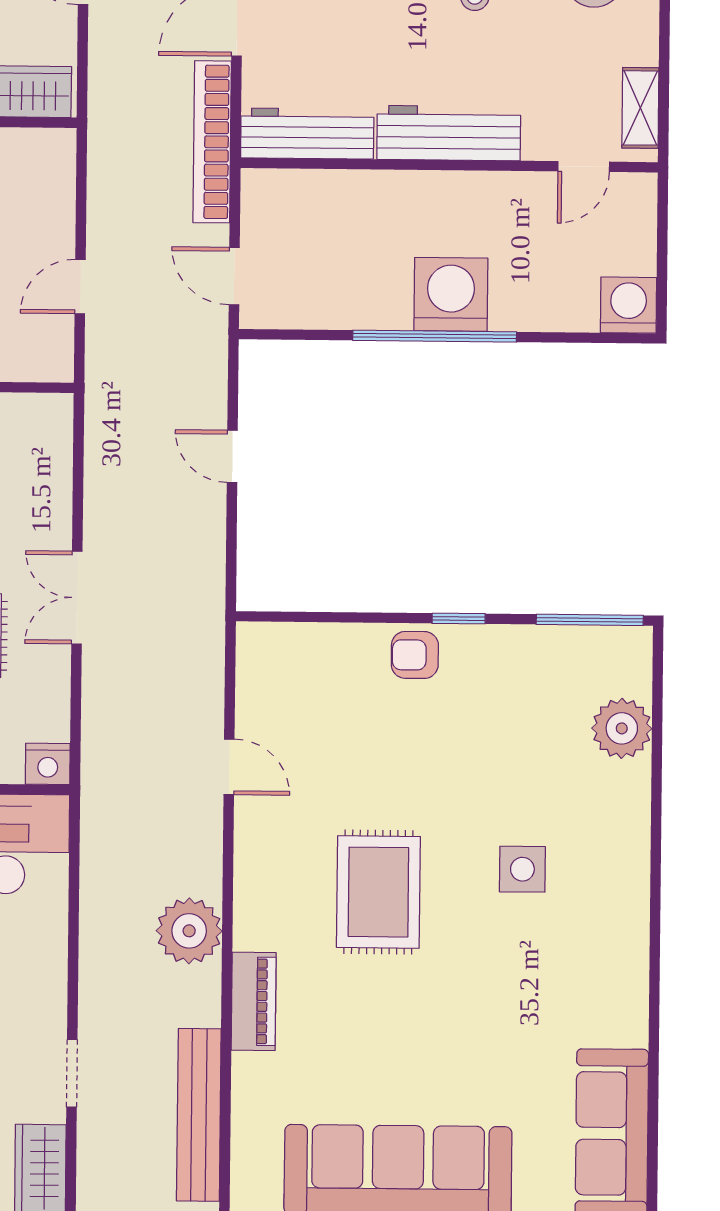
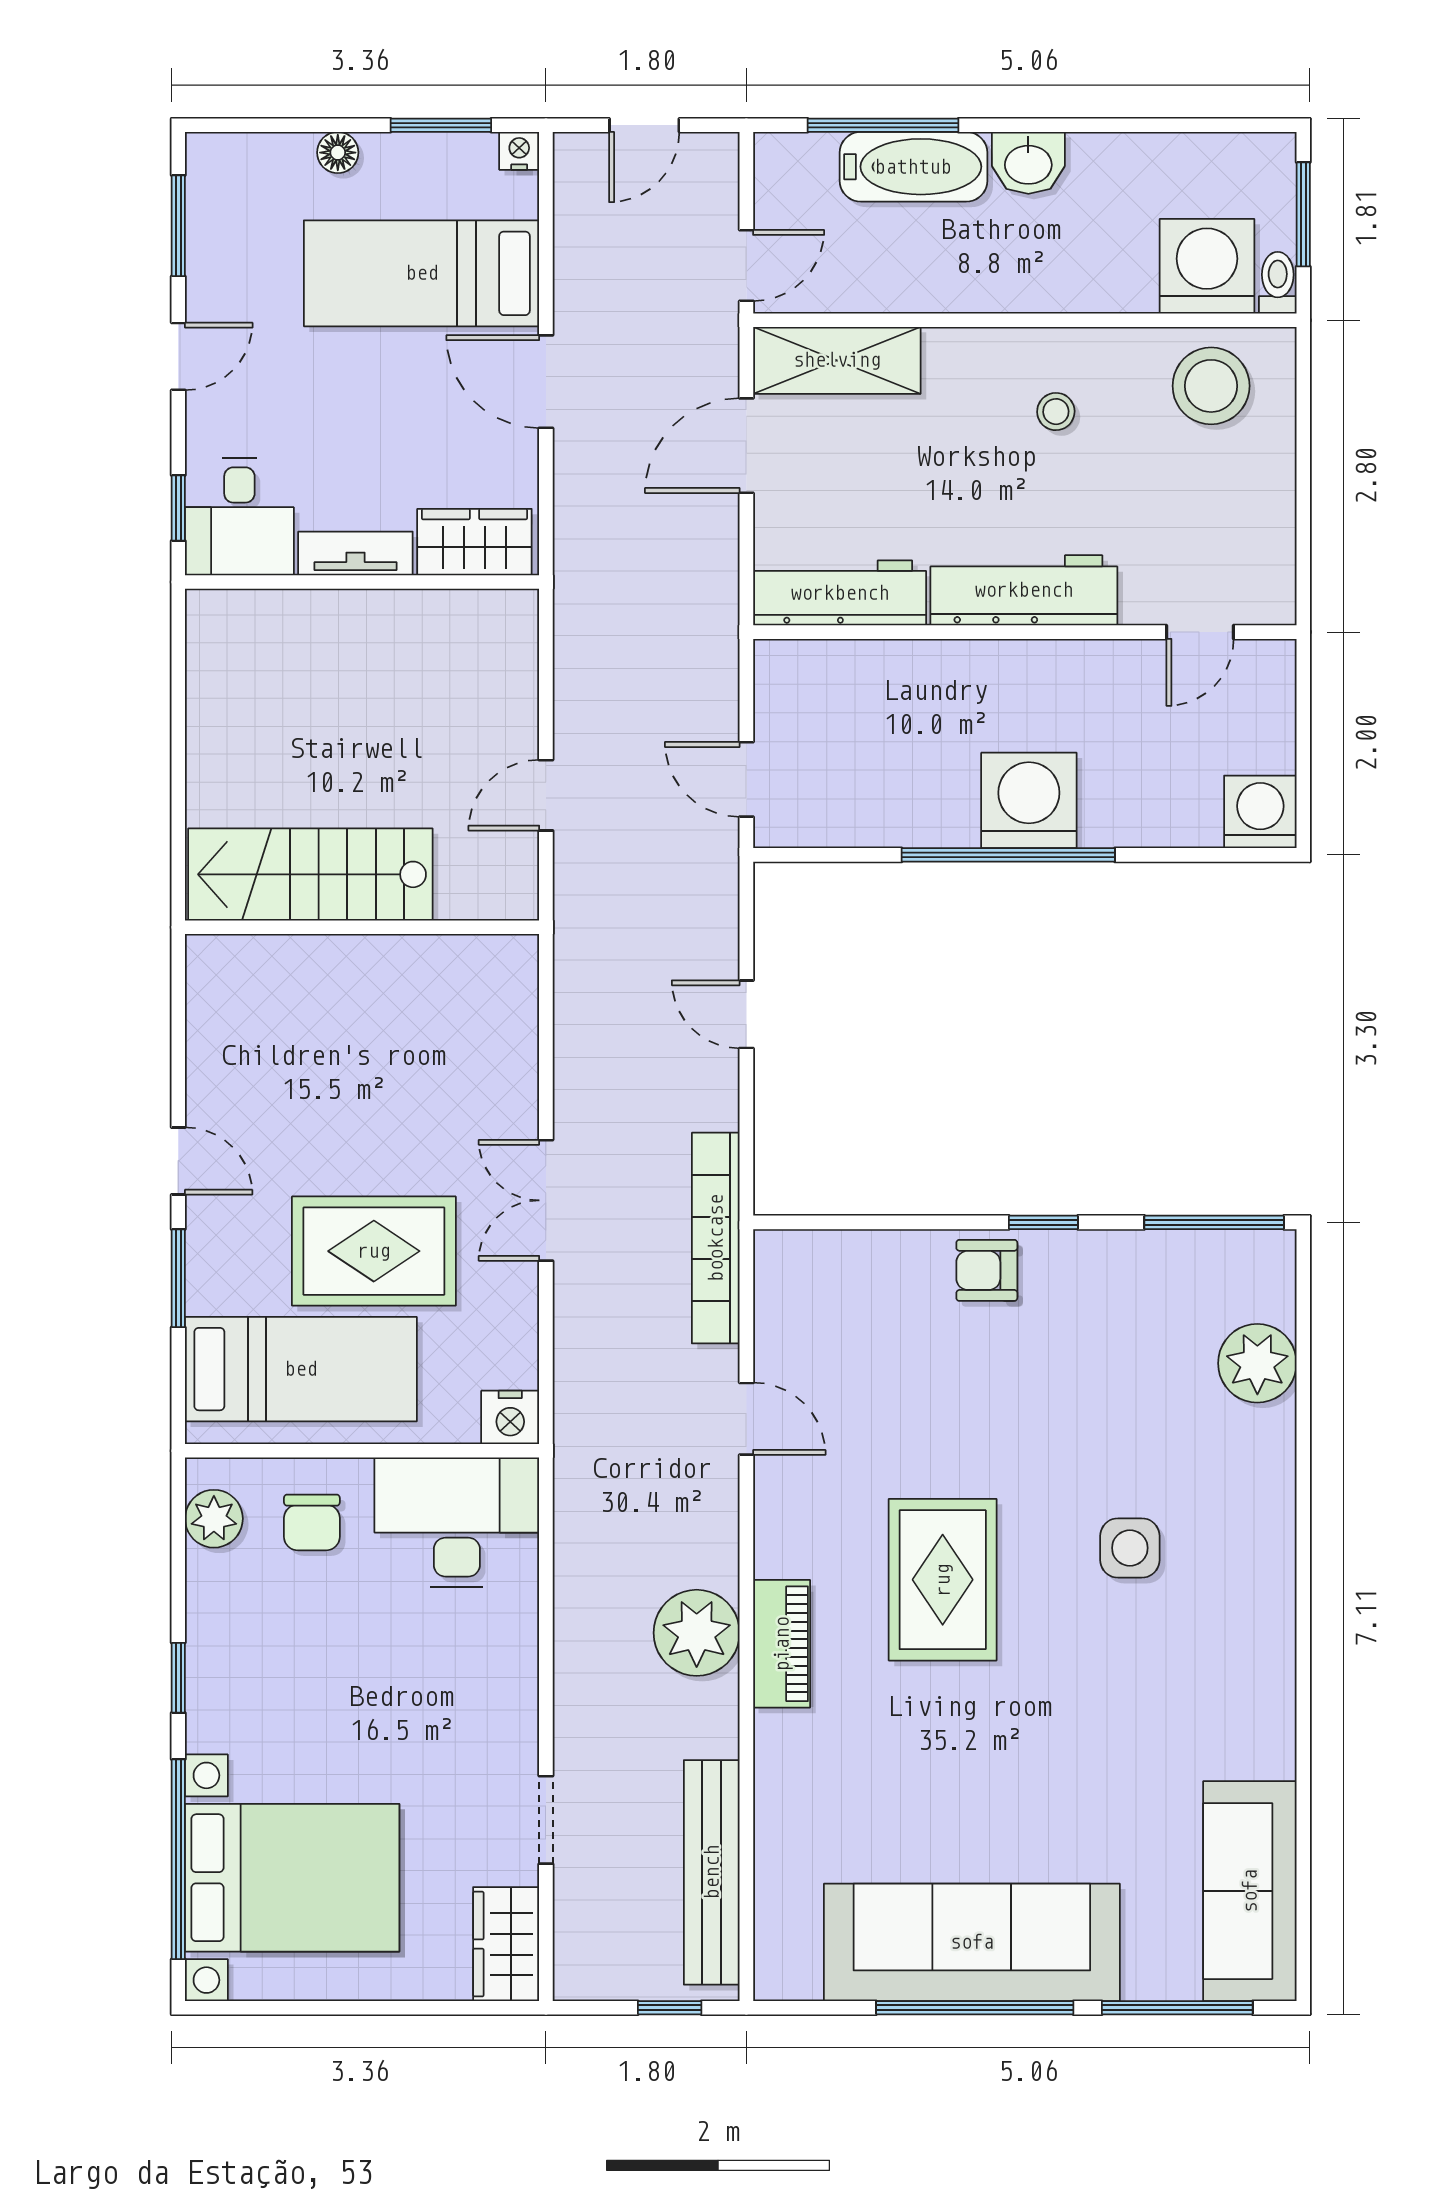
shelving: (640, 108) -> (1273, 555), removed
bookcase: (212, 142) -> (716, 1238), moved
piano: (254, 1001) -> (782, 1644), moved

